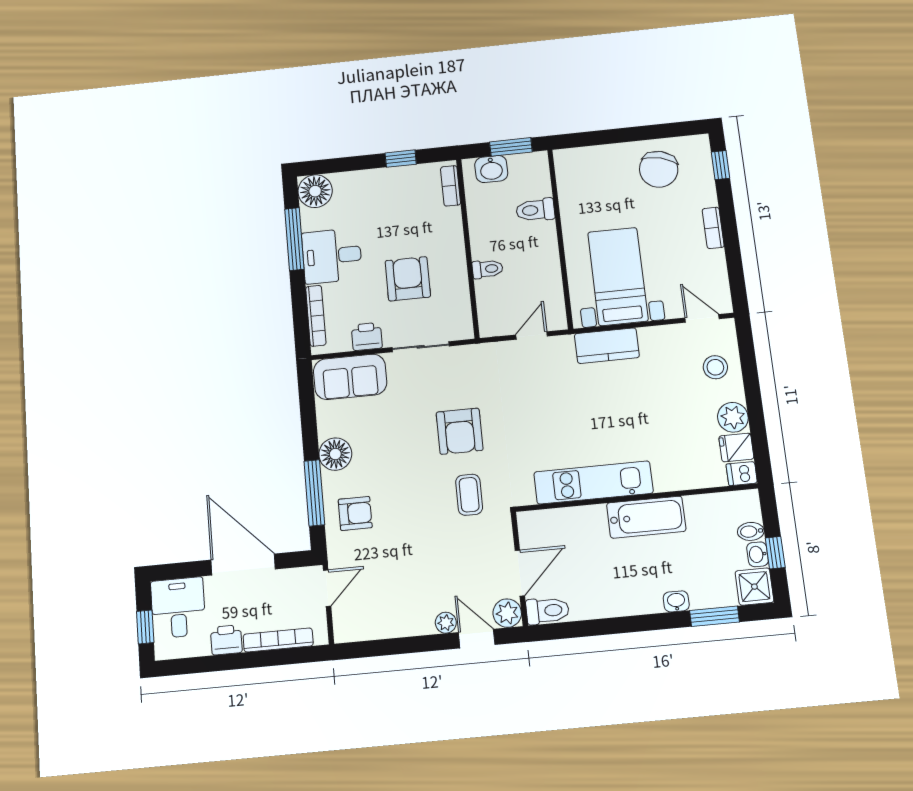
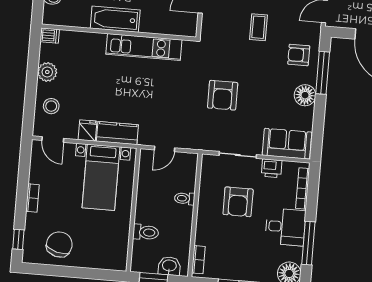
armchair: (460, 431) -> (223, 95), turned 180
fridge: (736, 448) -> (88, 130), moved, turned -90
coffee table: (469, 495) -> (258, 27), moved

